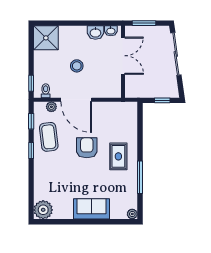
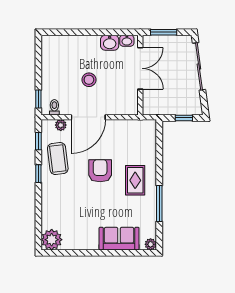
shower: (46, 38) -> (55, 49), removed
door: (76, 100) -> (88, 117), hinge flipped
sofa: (91, 209) -> (119, 239), moved

